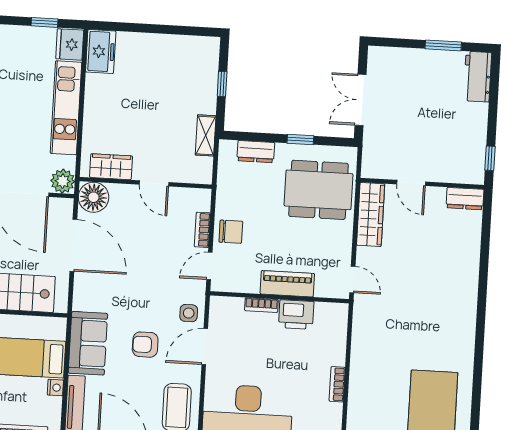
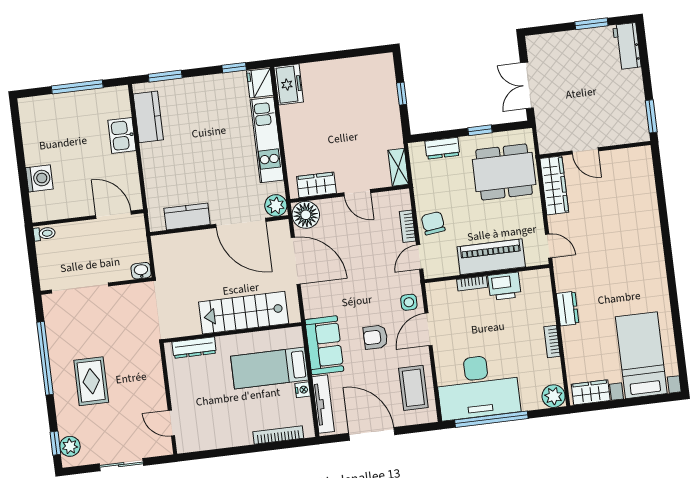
shelving: (206, 135) -> (398, 167), moved
window: (490, 158) -> (651, 116), width x1.50
dresser: (465, 199) -> (568, 309), moved, turned -90
chair: (231, 232) -> (433, 223), turned -97
piano: (287, 284) -> (491, 257), width x1.37, depth x1.33

